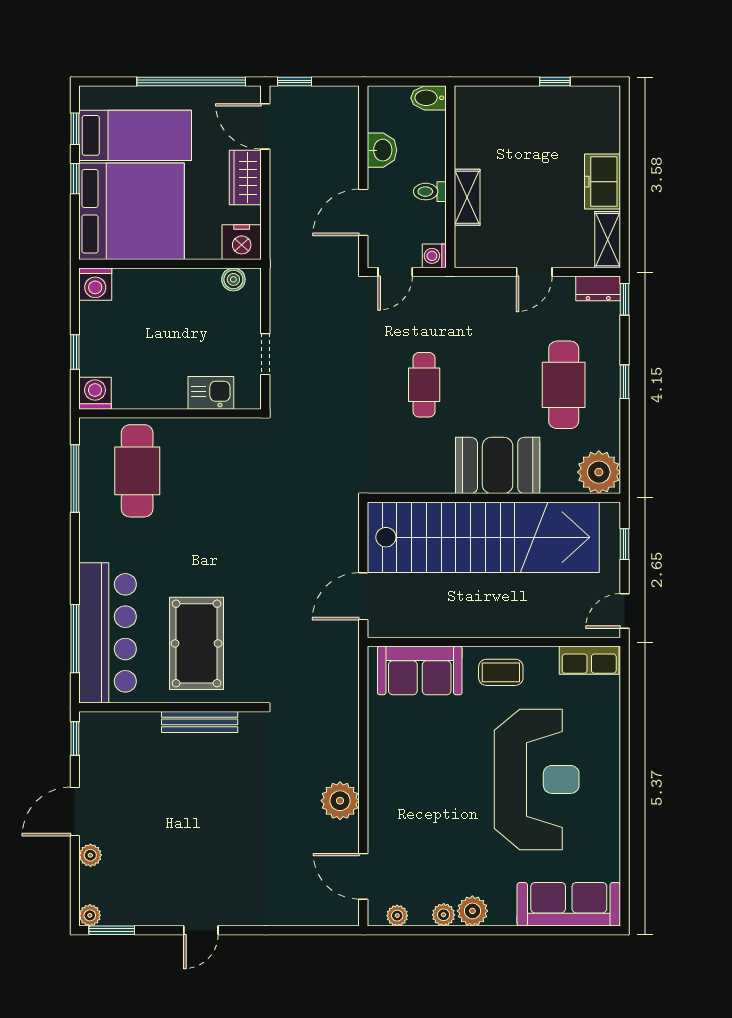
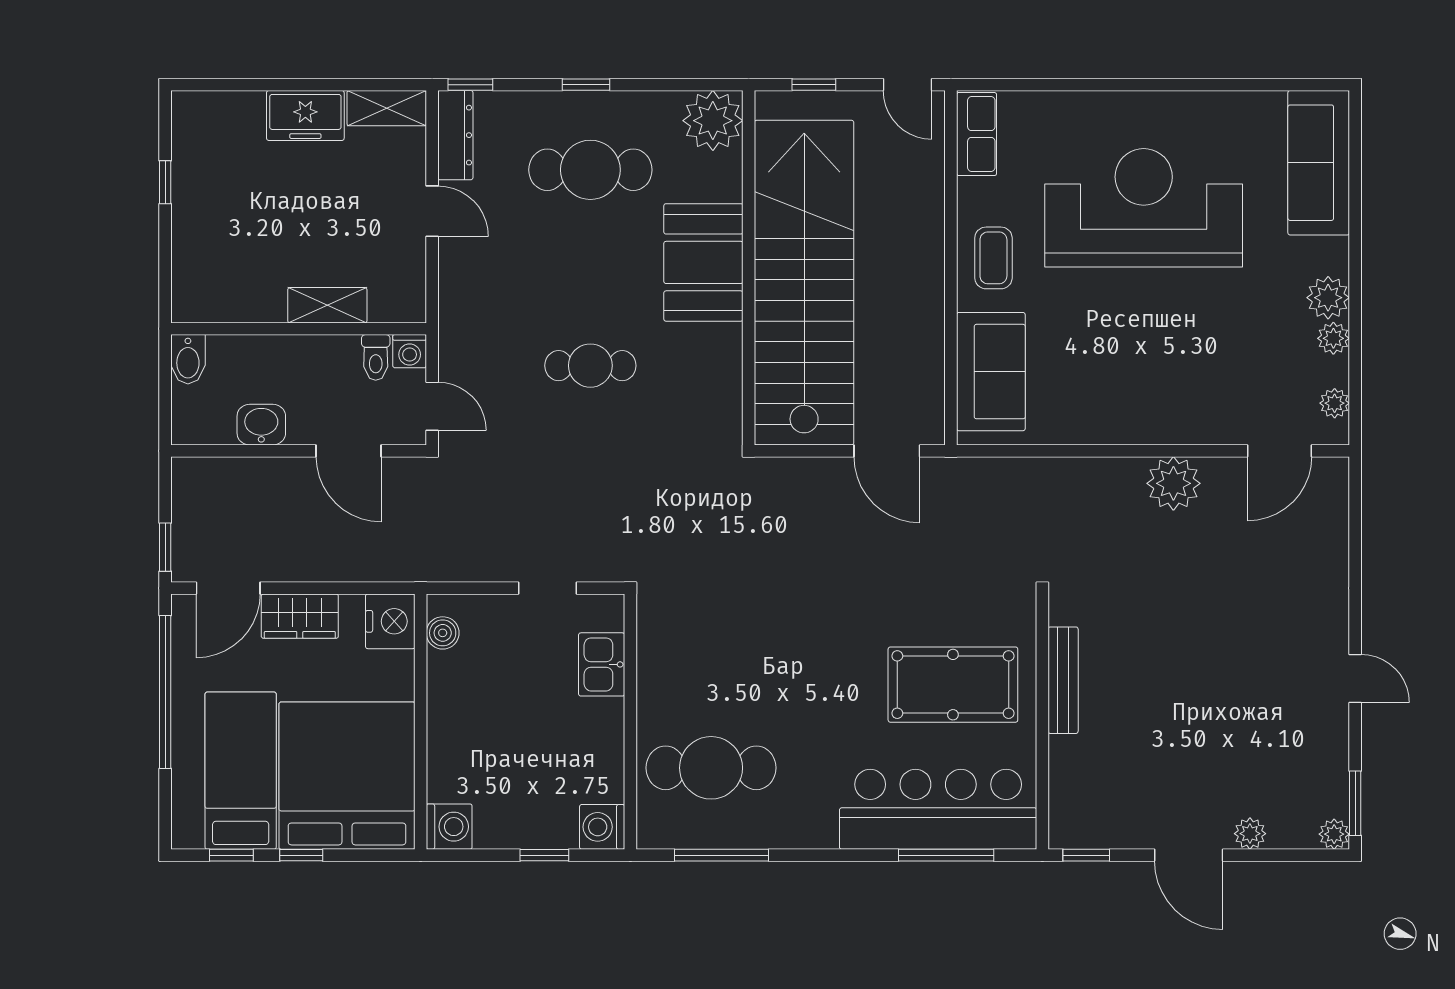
toilet: (430, 192) -> (376, 357), moved
dresser: (598, 288) -> (455, 135), width x1.44

